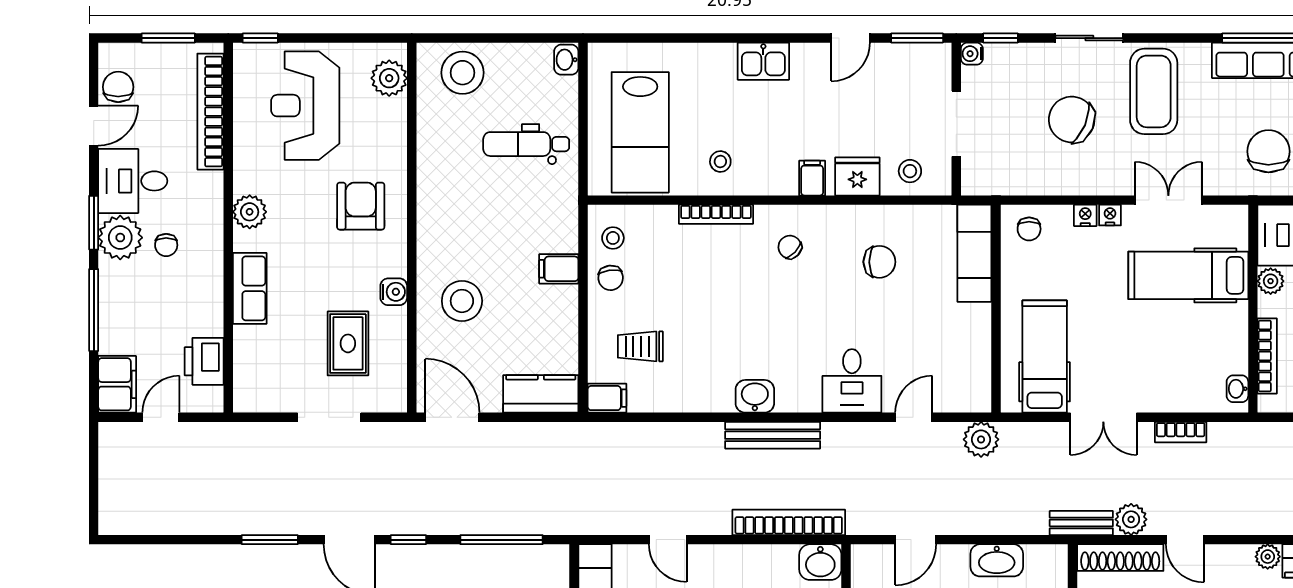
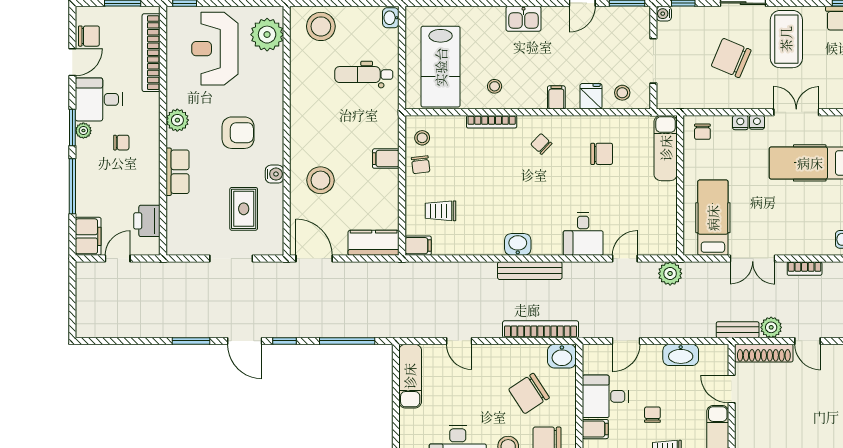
plant: (389, 78) -> (267, 35), width x1.36, depth x1.36
chair: (118, 87) -> (89, 36), turned 90
fridge: (857, 176) -> (591, 96), width x0.72
armchair: (361, 206) -> (238, 133), moved, turned 90
plant: (120, 238) -> (83, 131), width x0.53, depth x0.53
chair: (166, 245) -> (121, 143), turned -90

